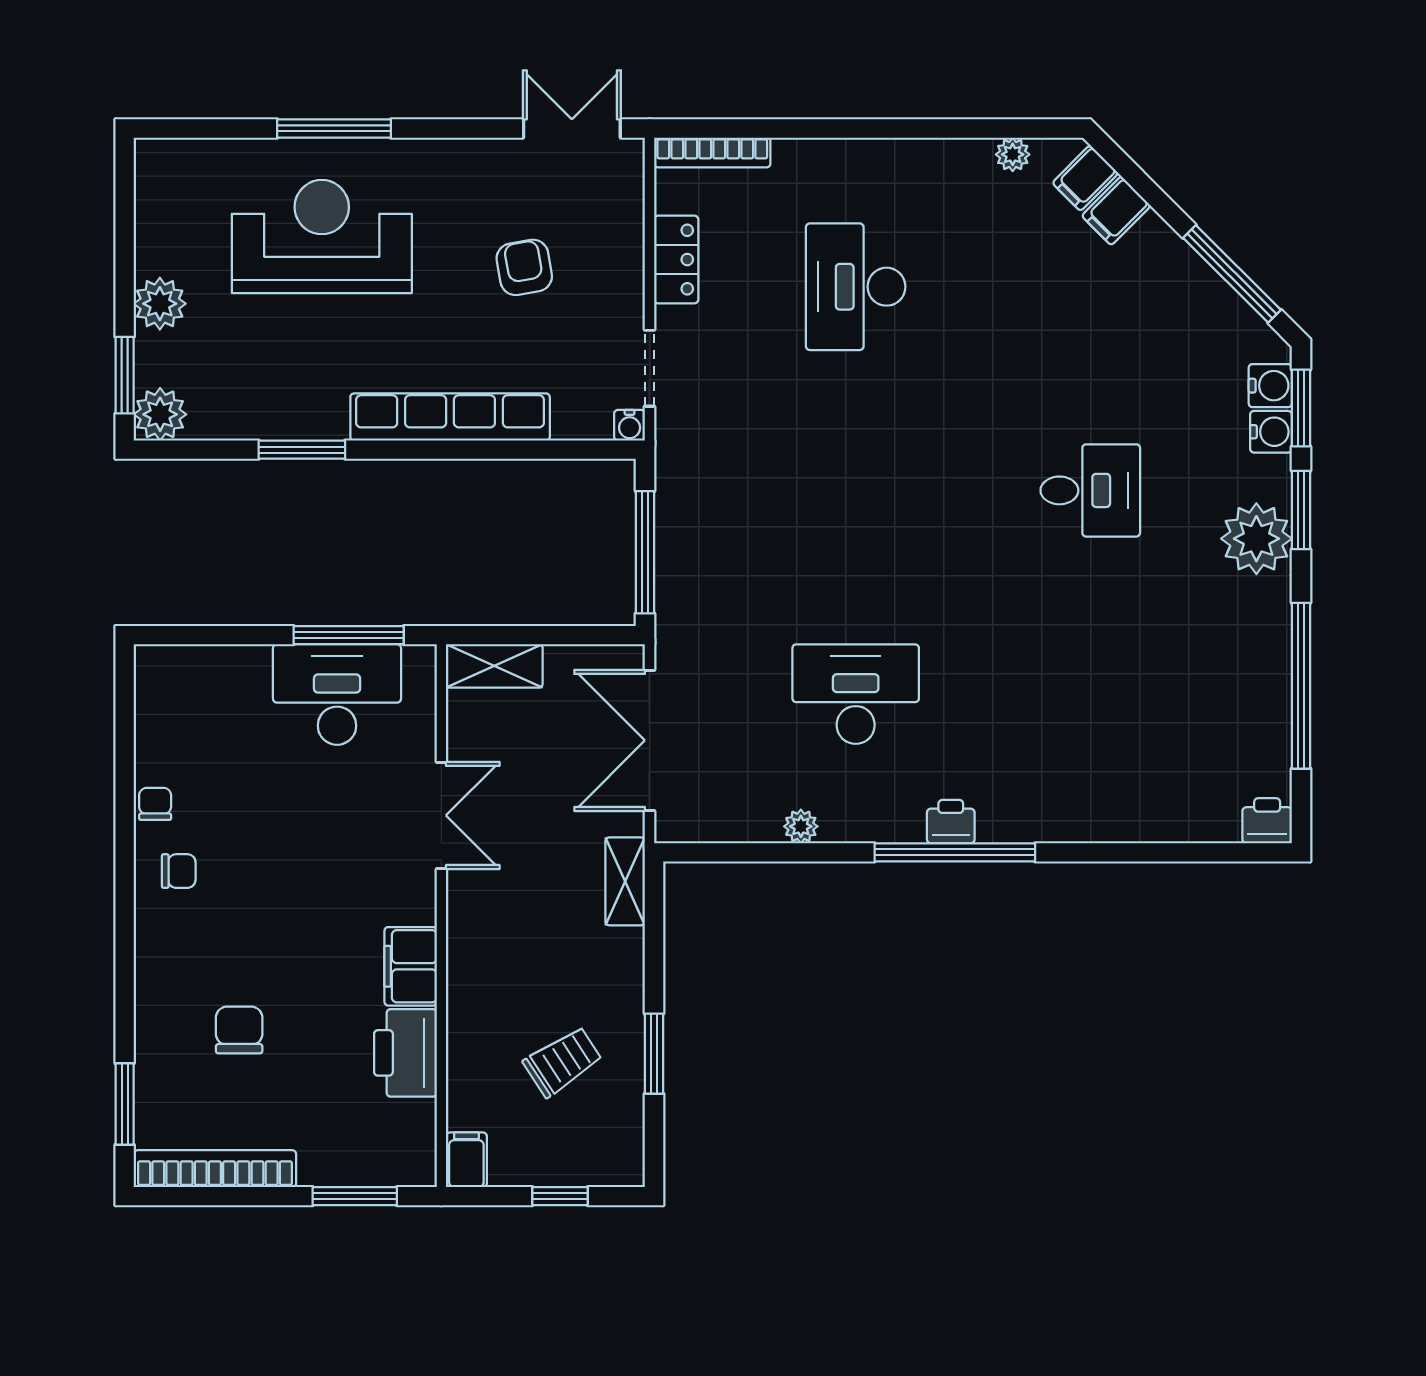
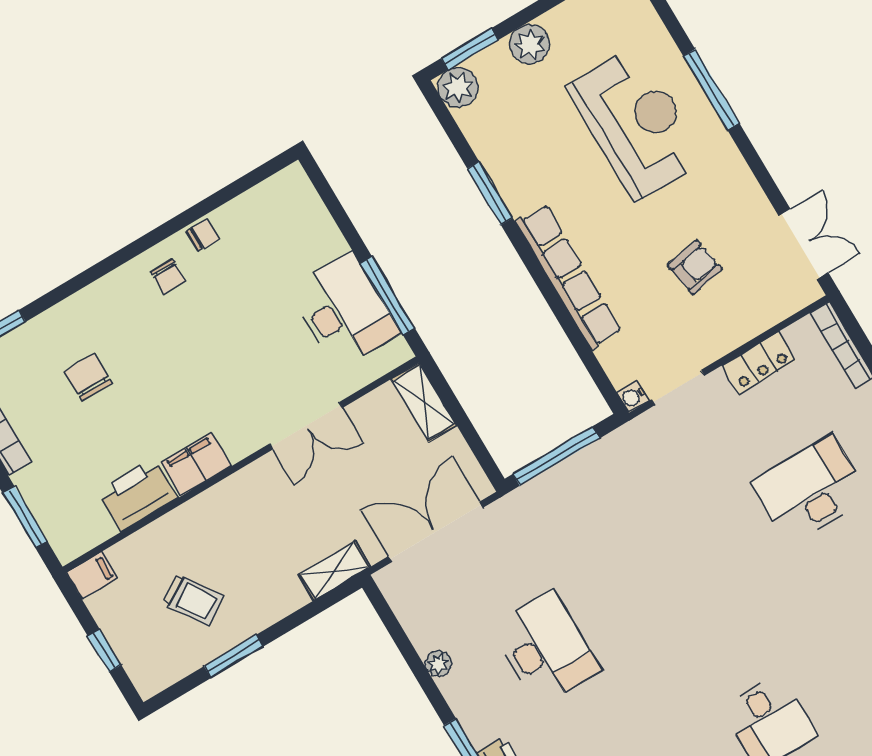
chair: (239, 1030) -> (88, 377), turned -90

